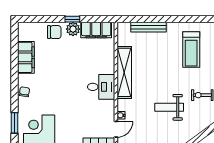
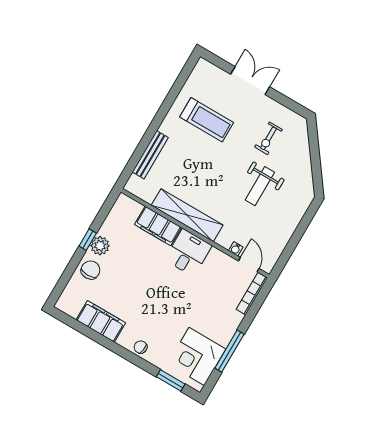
filing cabinet: (96, 30) -> (158, 226), moved, turned 90

